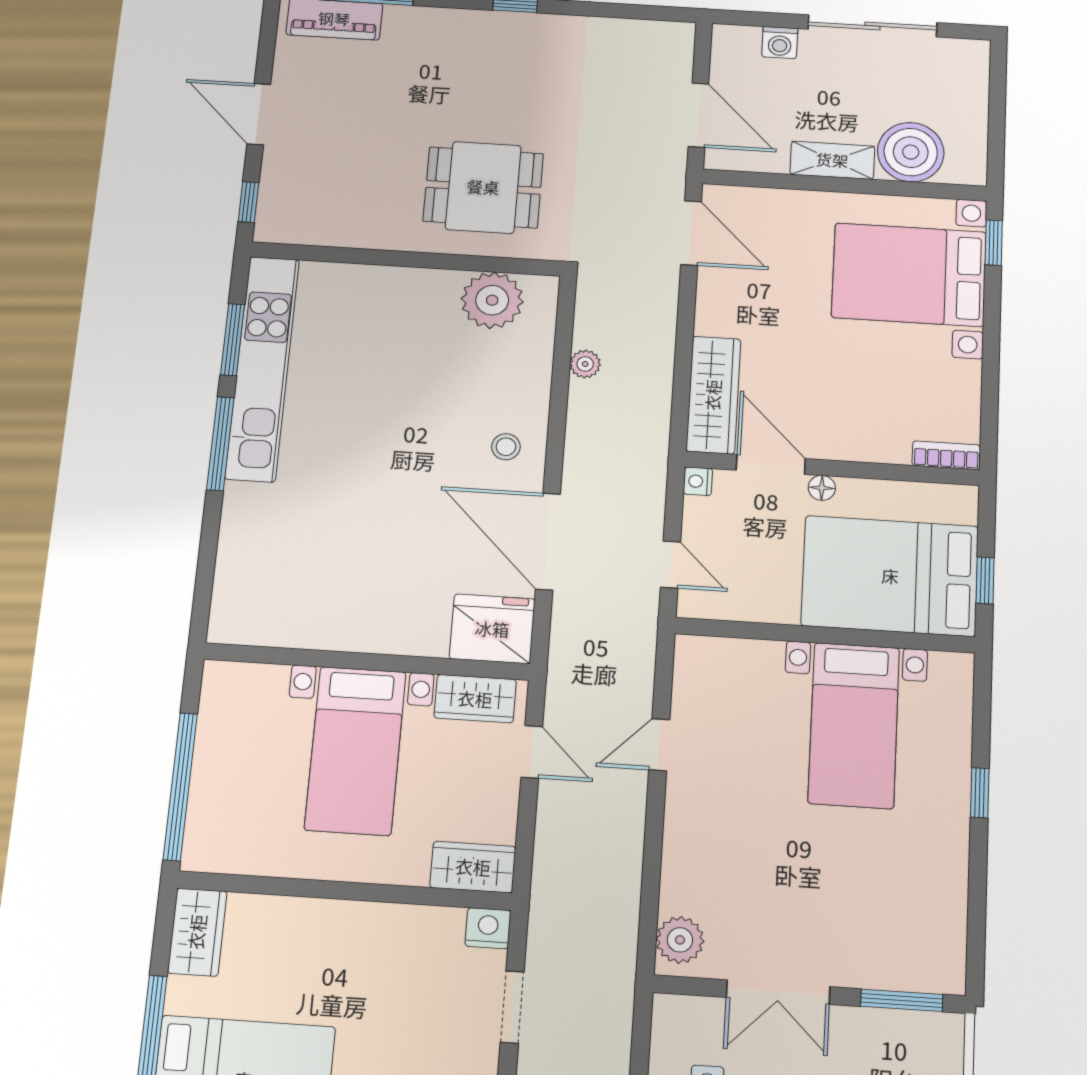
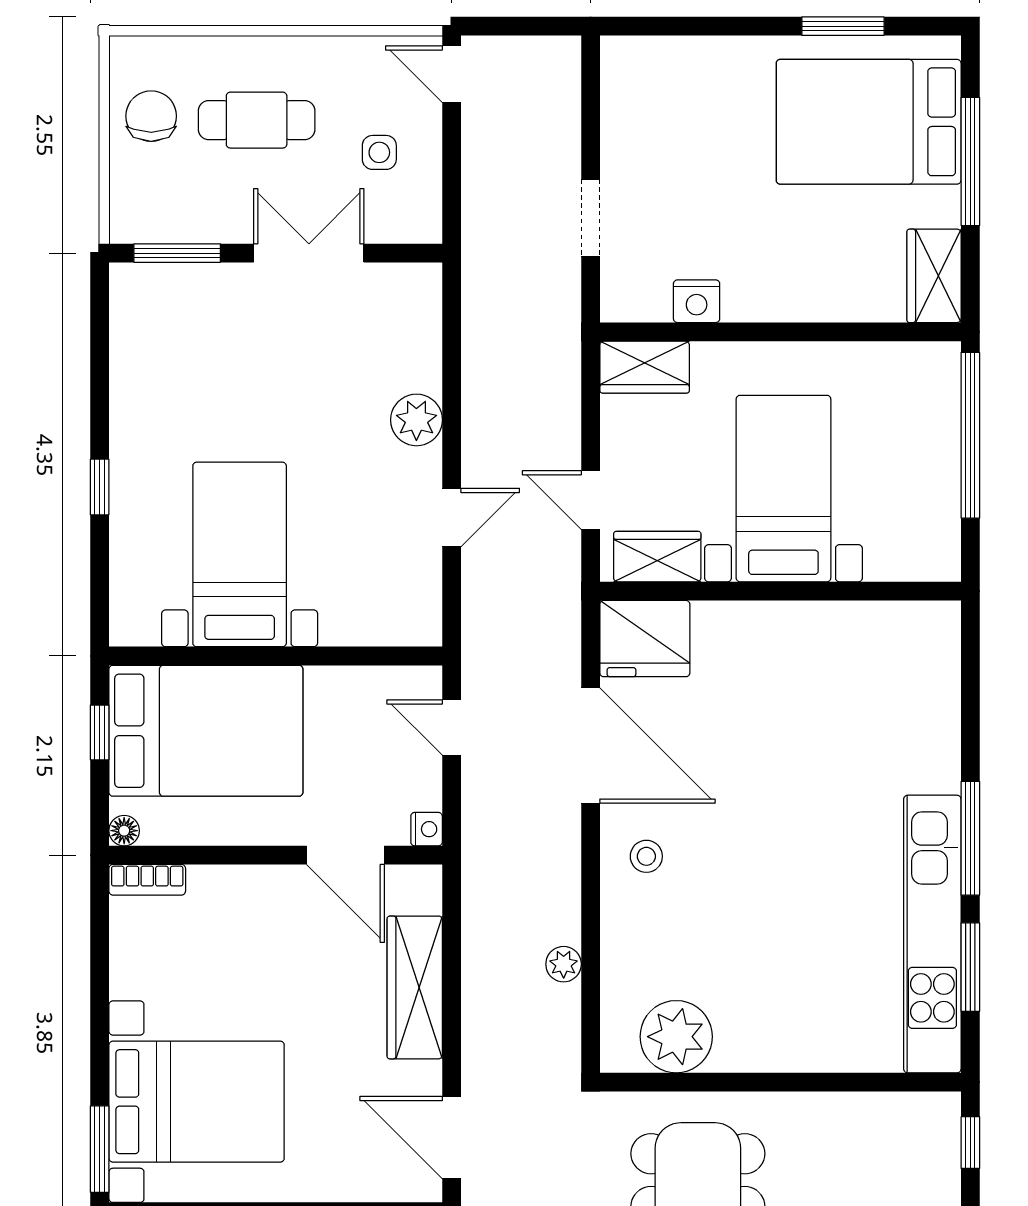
window: (994, 243) -> (100, 1149), width x1.50
wardrobe: (713, 395) -> (415, 987), moved
floor lamp: (822, 488) -> (124, 831), moved
nightstand: (488, 928) -> (697, 301), moved
plant: (680, 940) -> (416, 420), moved

